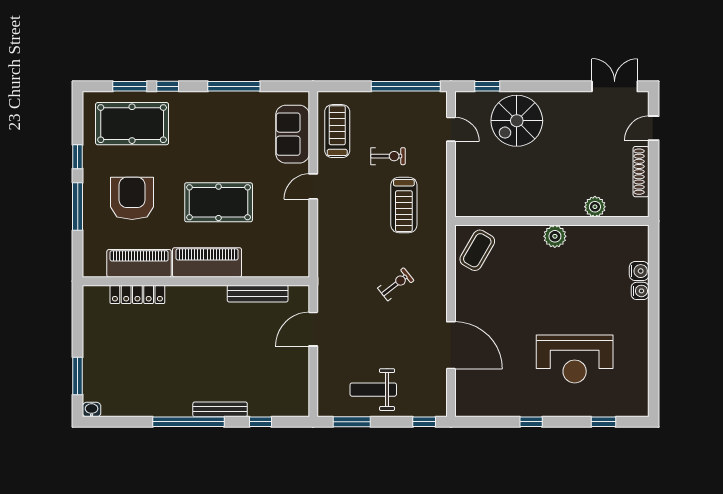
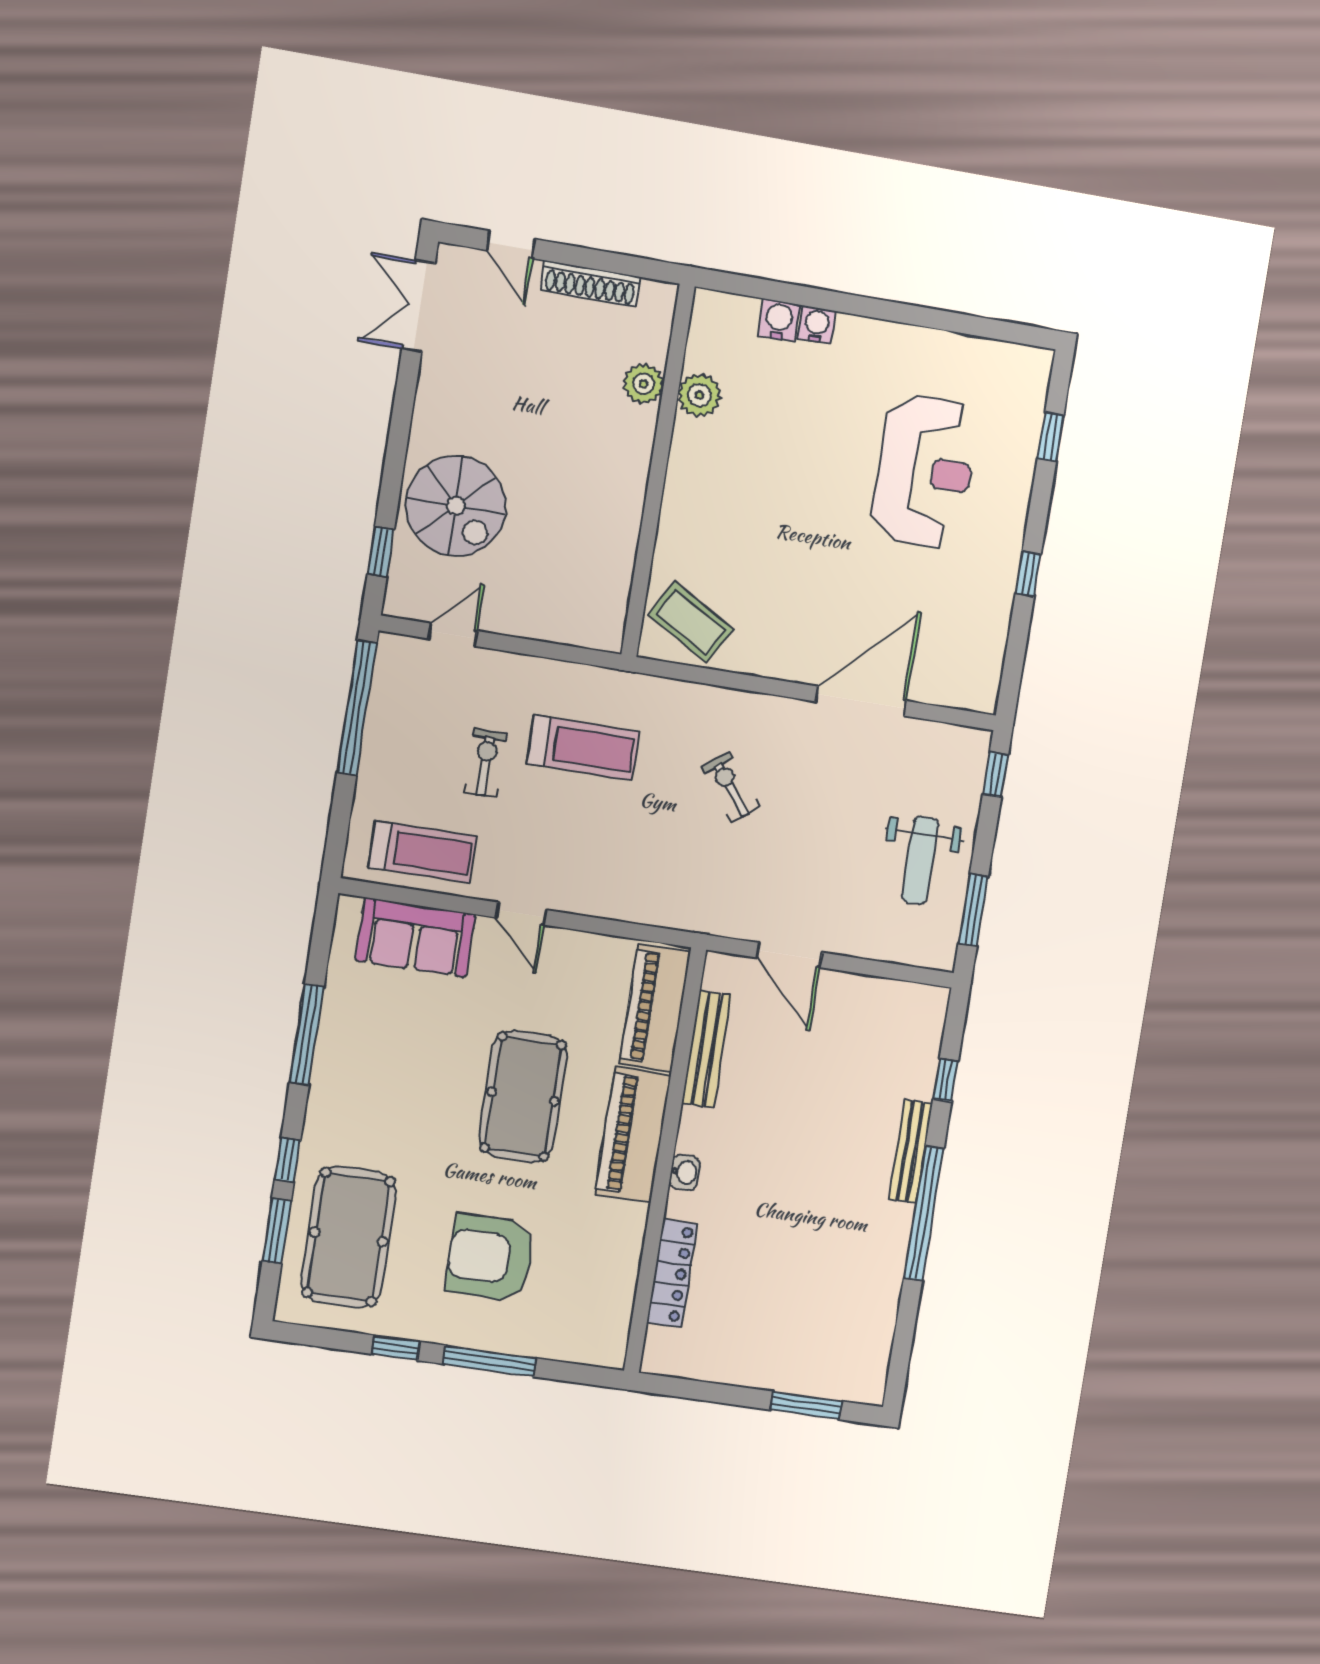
treadmill: (337, 131) -> (423, 852), turned 180
plant: (555, 236) -> (699, 395), moved
piano: (139, 263) -> (655, 1008), moved
washbasin: (92, 410) -> (685, 1172), moved, turned 180

